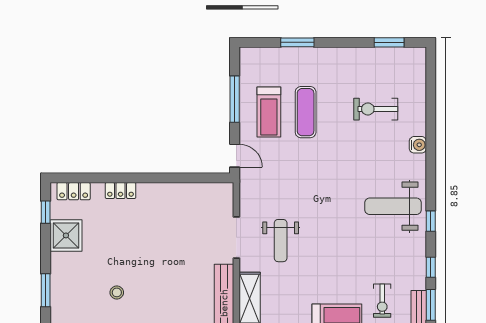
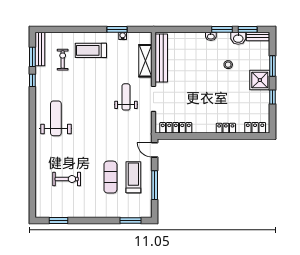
window: (297, 42) -> (131, 220), moved
water cooler: (418, 145) -> (40, 157), removed
locker: (201, 191) -> (176, 128), added
weight bench: (393, 206) -> (56, 118), turned -90
window: (46, 212) -> (272, 97), moved
window: (431, 221) -> (32, 109), removed
shower: (66, 235) -> (260, 80), moved

